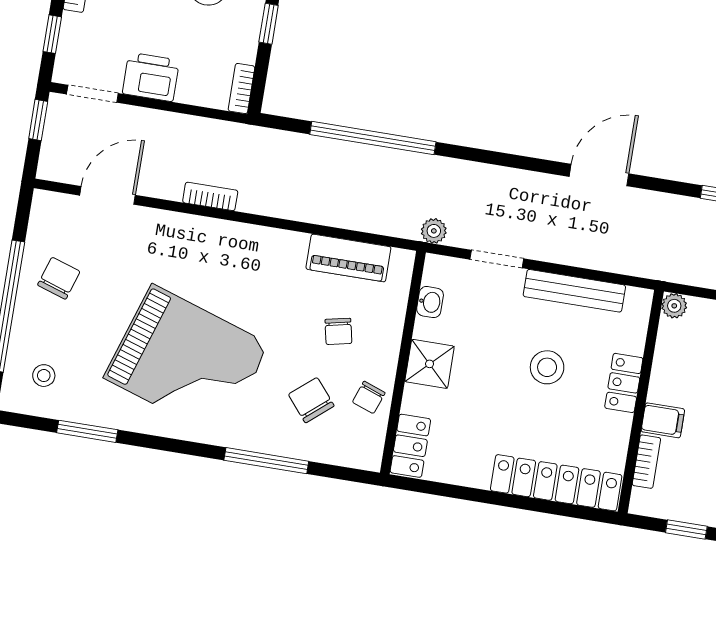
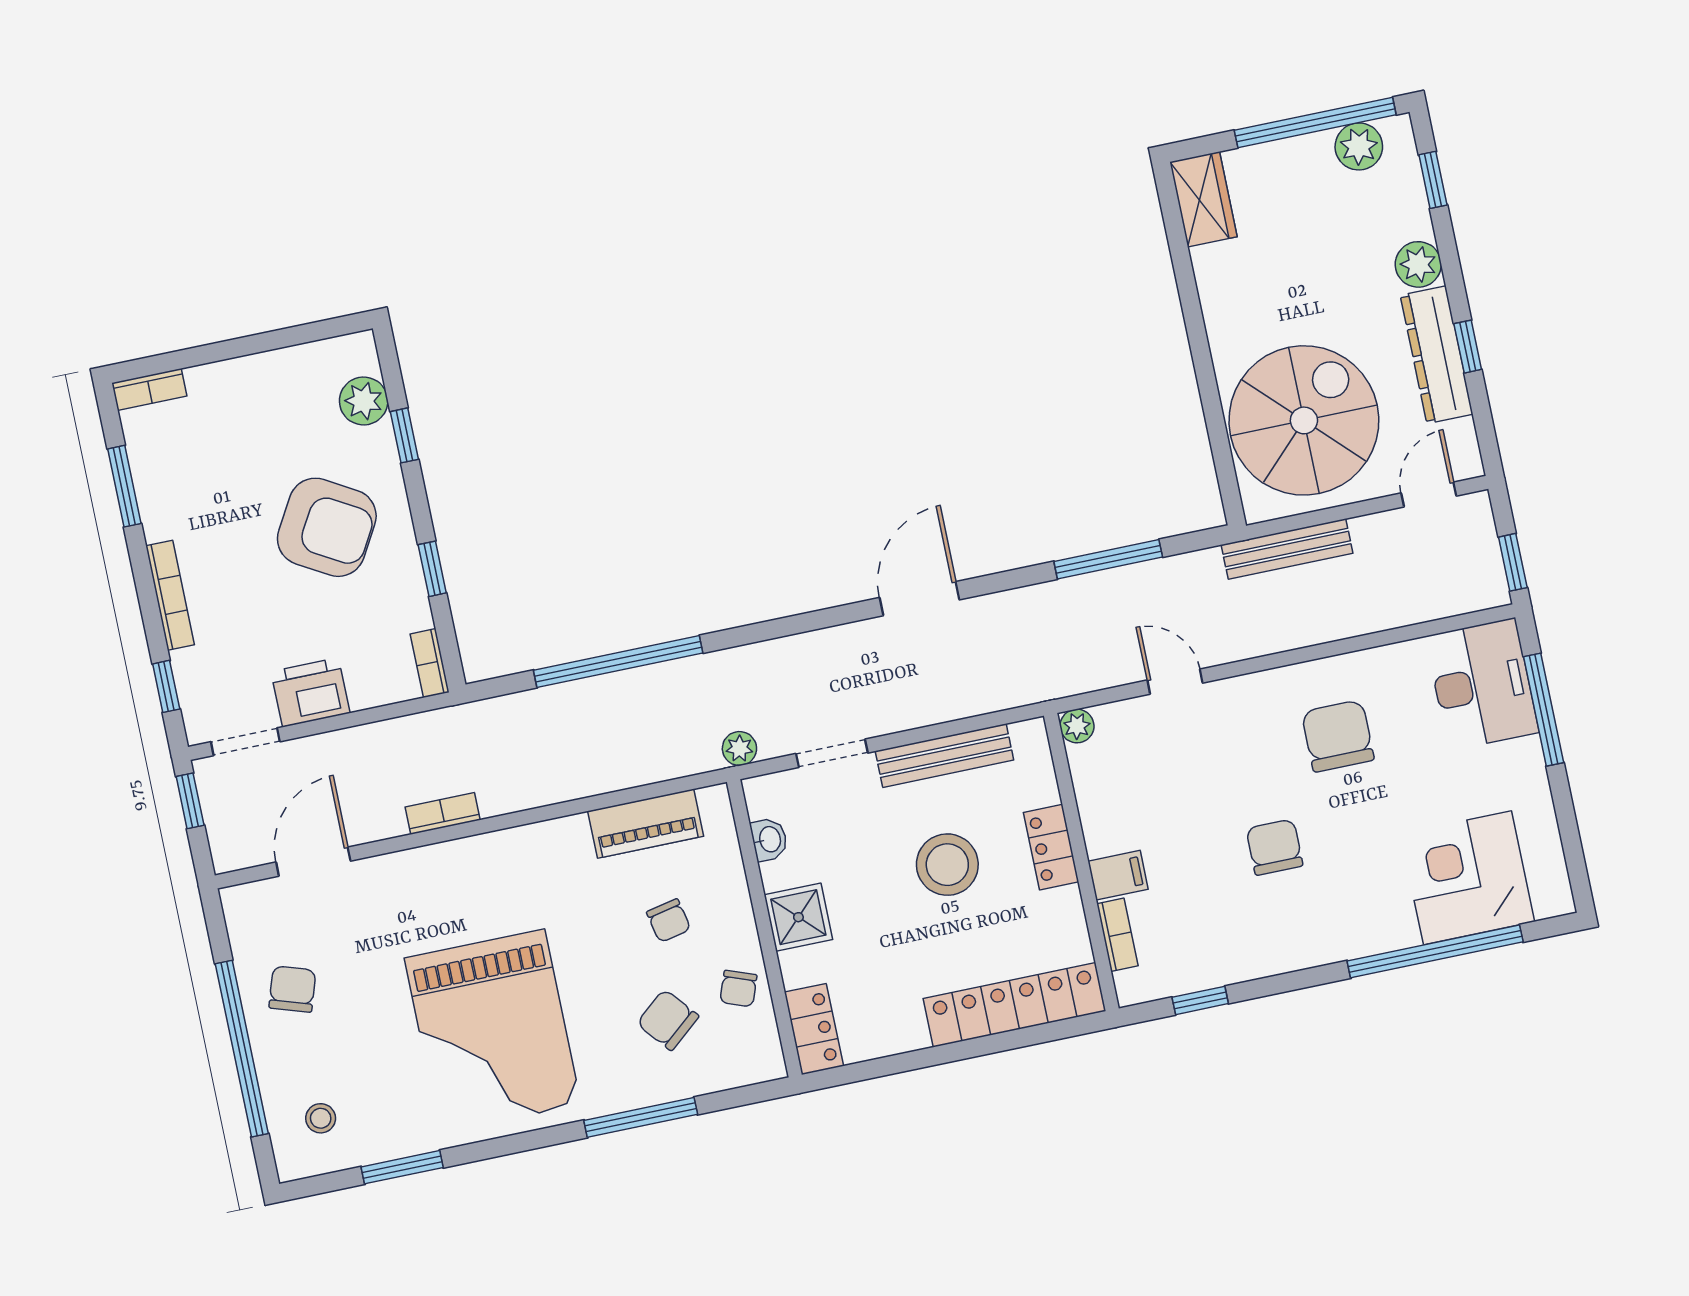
grand piano: (187, 361) -> (493, 1031), turned 72
stool: (547, 367) -> (947, 865), width x1.38, depth x1.38

